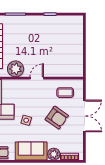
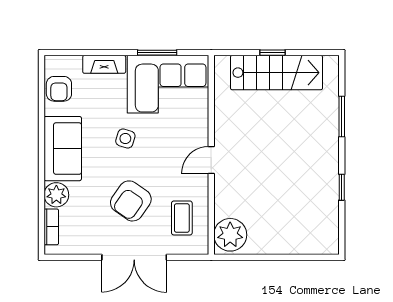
plant: (16, 69) -> (230, 235), moved
door: (37, 78) -> (211, 160), swing flipped

